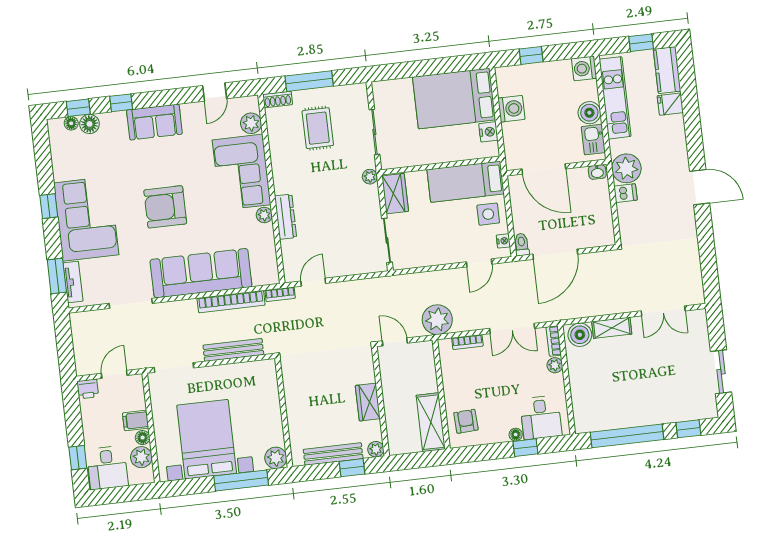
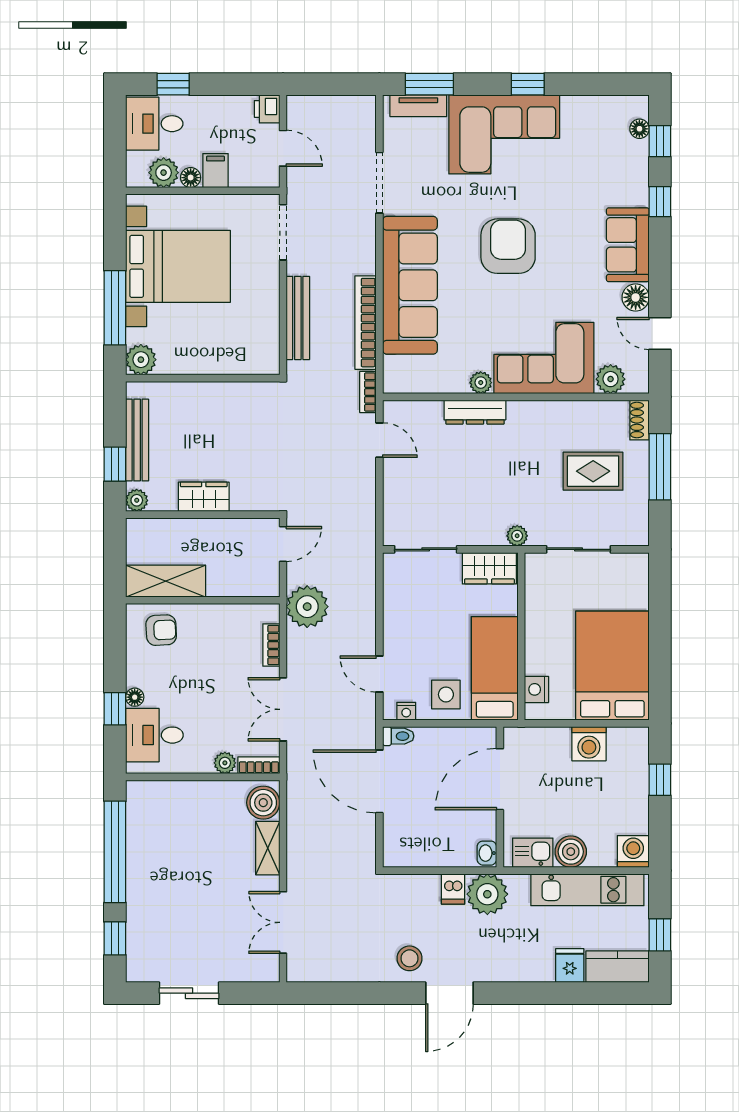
floor lamp: (89, 124) -> (636, 297), moved
nightstand: (488, 132) -> (537, 689), moved, turned 90
stool: (678, 218) -> (410, 958), added

